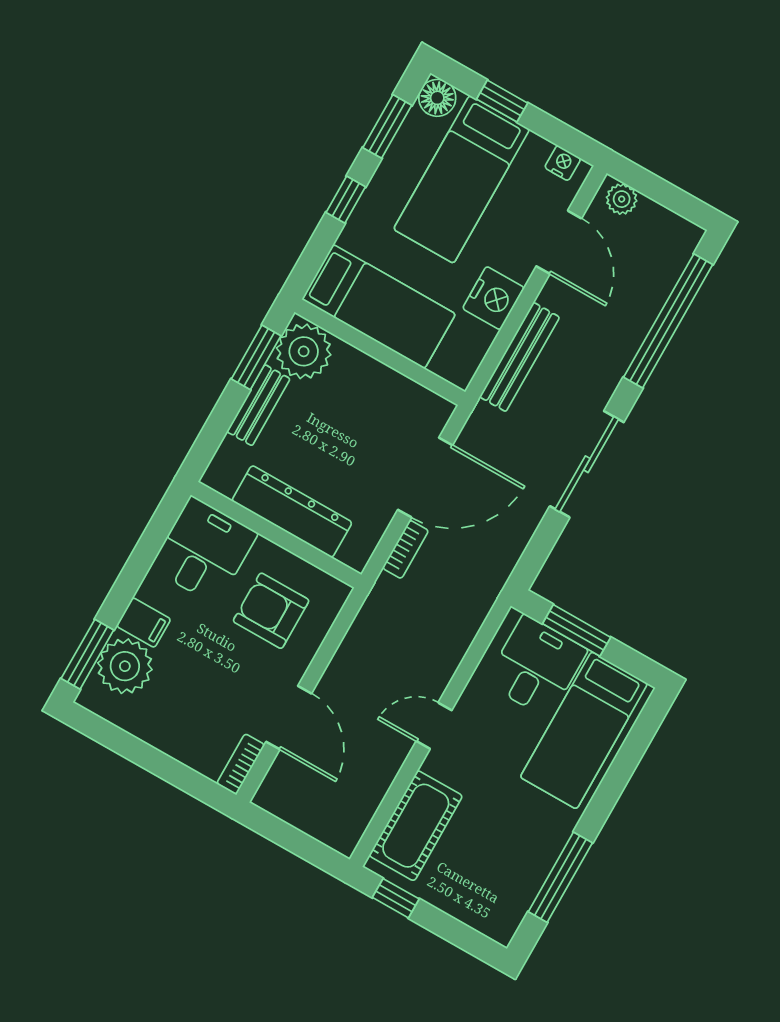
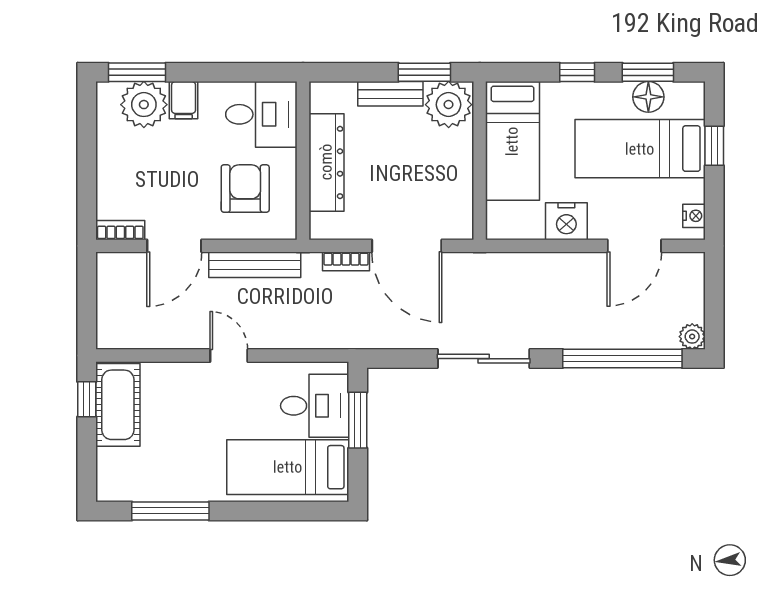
floor lamp: (437, 98) -> (648, 97), moved
plant: (622, 199) -> (692, 337), moved
bench: (520, 357) -> (255, 265), moved
cot: (416, 826) -> (118, 405), moved, turned 90

